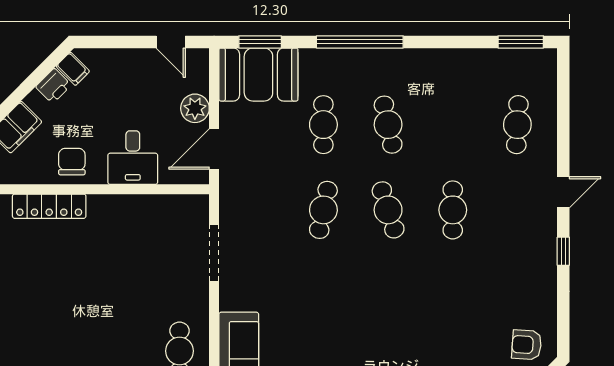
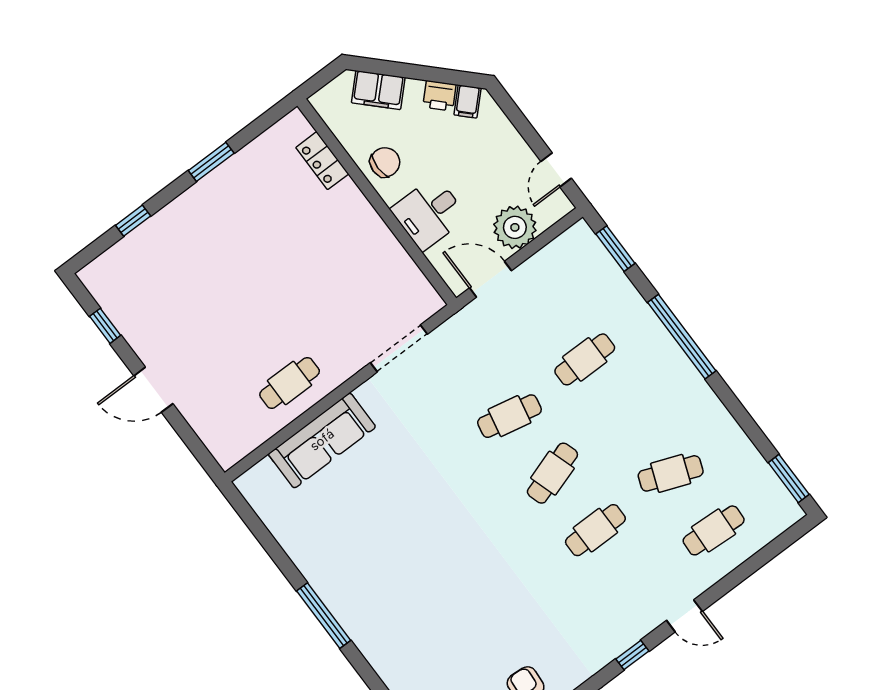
booth: (258, 75) -> (586, 269), removed
plant: (195, 108) -> (515, 227), width x1.36, depth x1.36
cafe table: (388, 125) -> (671, 473), moved, turned 33
locker: (49, 206) -> (322, 161), width x0.66

